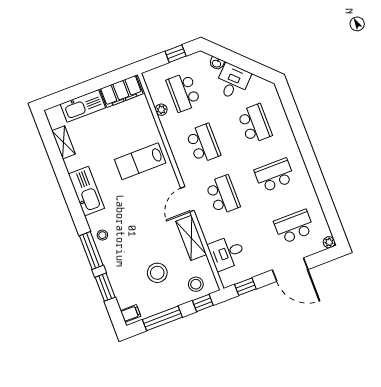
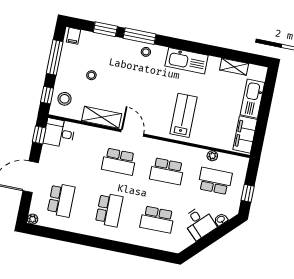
desk: (227, 253) -> (59, 133), moved, turned -90
stool: (157, 273) -> (91, 75), width x0.53, depth x0.53

